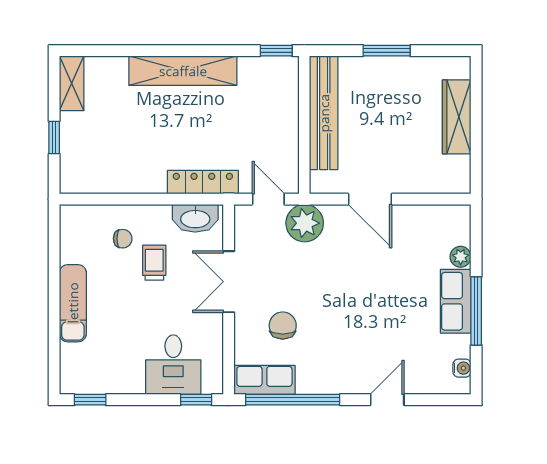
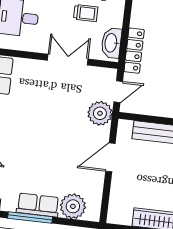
plant: (461, 257) -> (73, 206), width x1.87, depth x1.87
chair: (283, 326) -> (35, 91), removed

